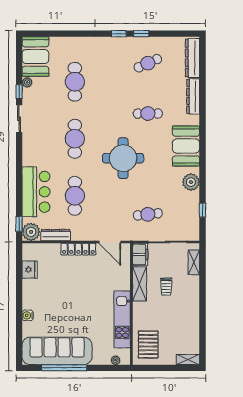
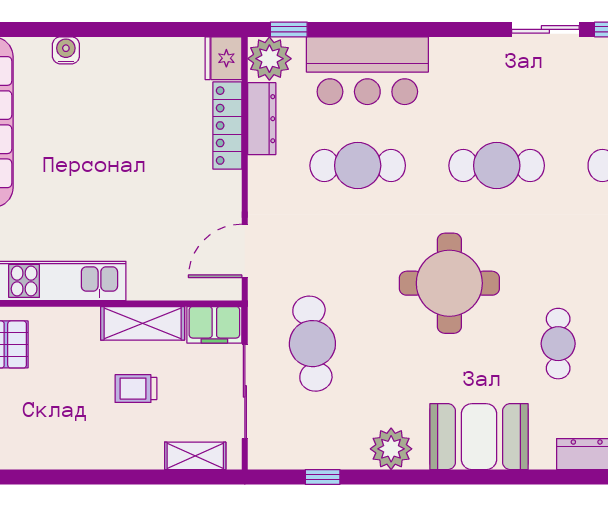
cafe table: (148, 214) -> (312, 344), width x1.37, depth x1.35
locker: (78, 249) -> (227, 126), moved
fridge: (30, 270) -> (223, 58), moved, turned 90

